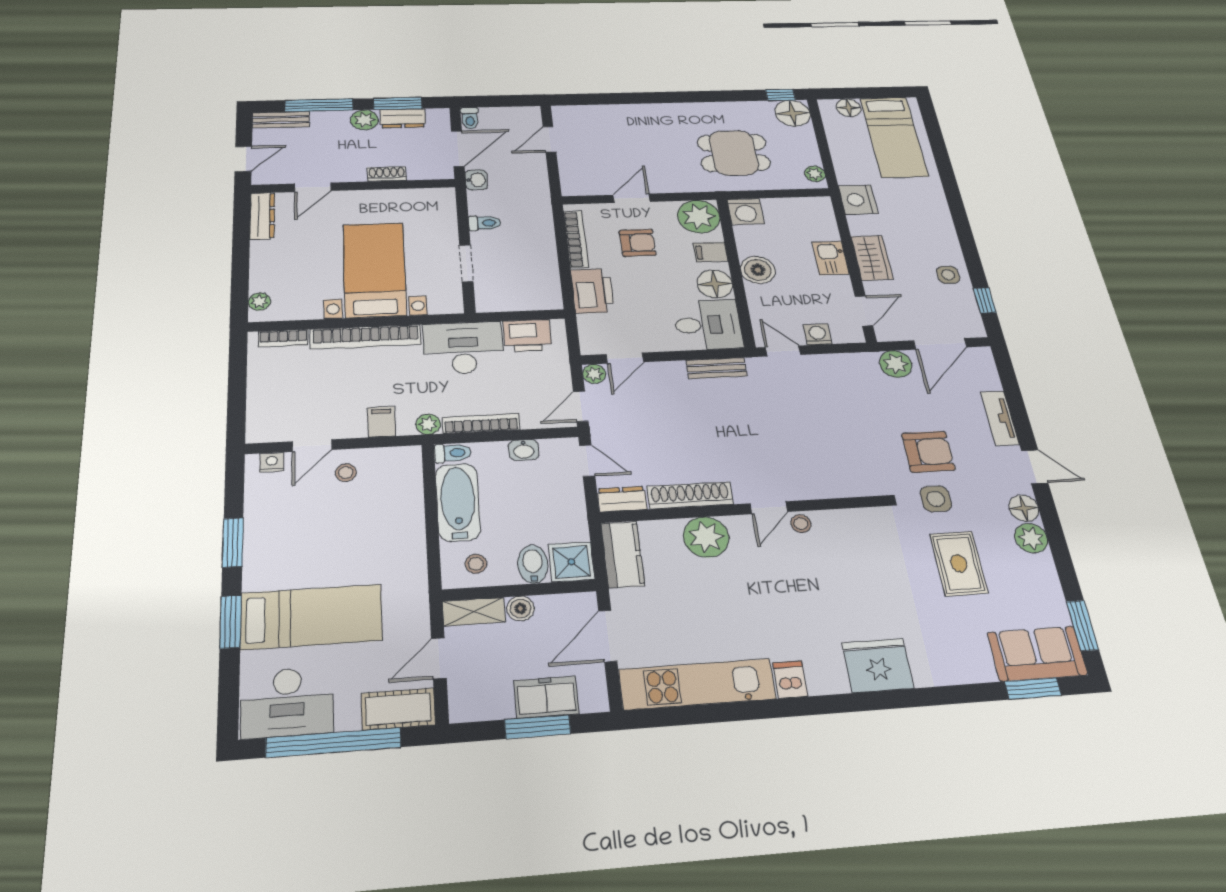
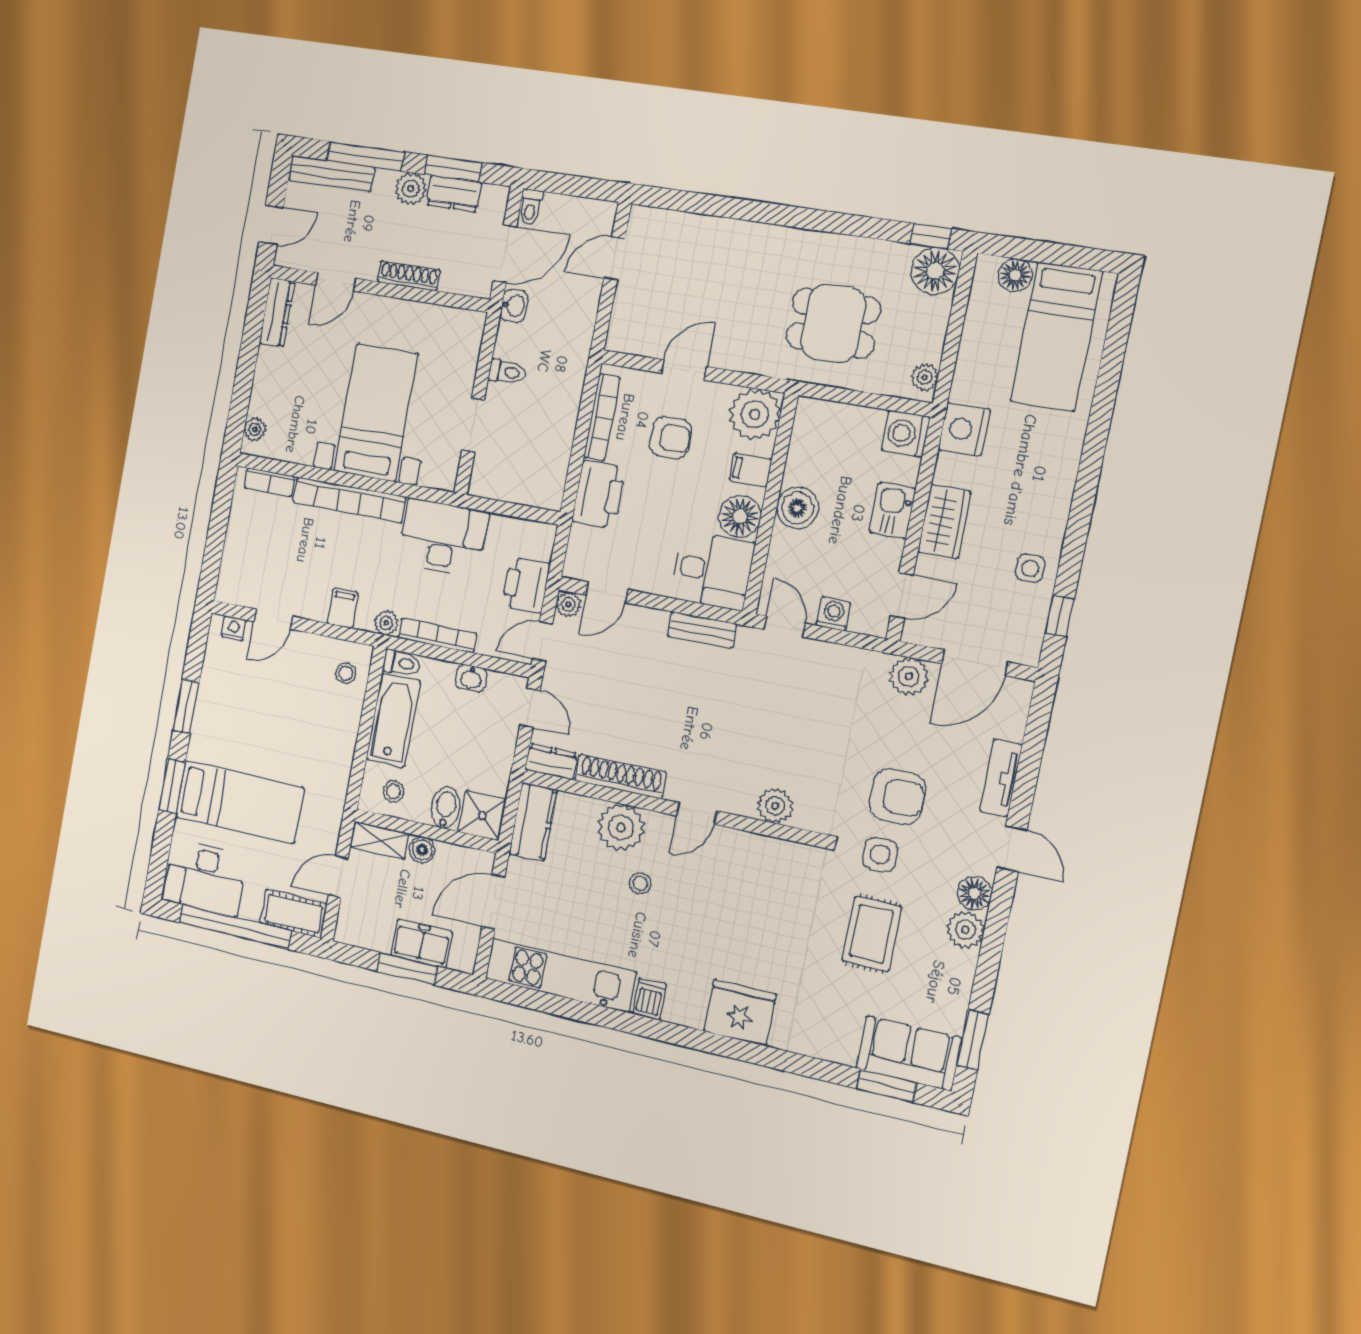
bench: (281, 120) -> (331, 173), width x1.36
shoe rack: (387, 174) -> (409, 276), width x1.43
washing machine: (746, 212) -> (906, 434), moved, turned 90
printer: (527, 336) -> (526, 585), moved, turned 90
stool: (346, 473) -> (346, 673), moved
plant: (833, 484) -> (775, 806), added
stool: (801, 524) -> (640, 883), moved

